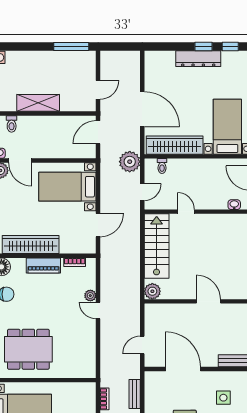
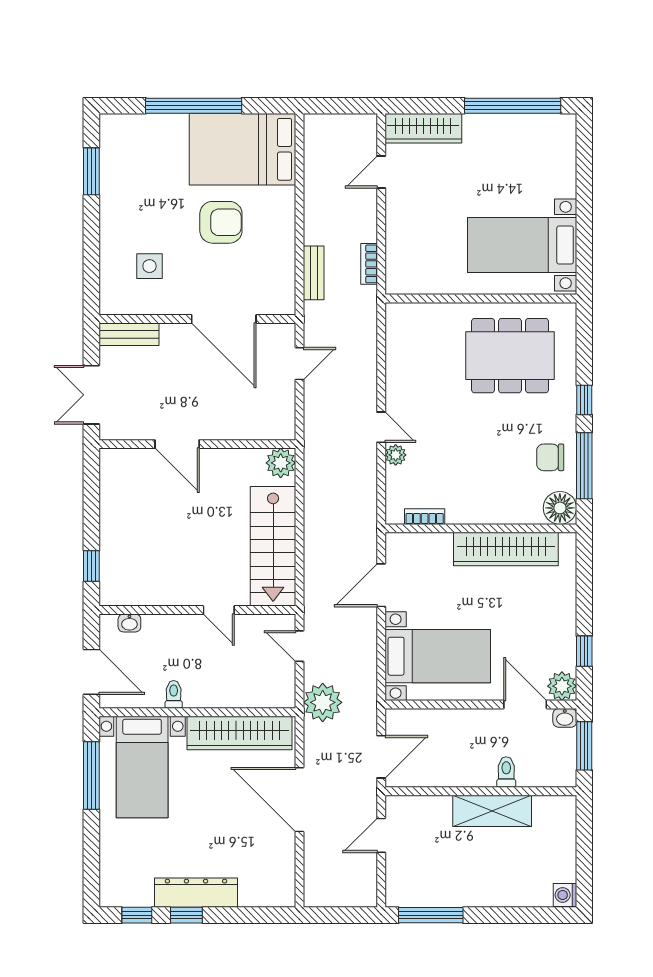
toilet: (12, 124) -> (506, 772), moved
toilet: (162, 166) -> (174, 694), moved
door: (142, 192) -> (299, 646), hinge flipped
piano: (43, 266) -> (482, 510), removed

